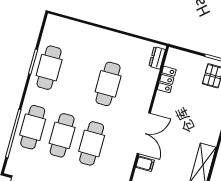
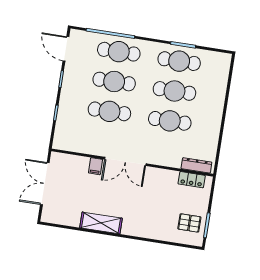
dresser: (157, 58) -> (196, 165), width x1.44
cafe table: (79, 76) -> (174, 91), added
locker: (167, 79) -> (192, 180), moved

